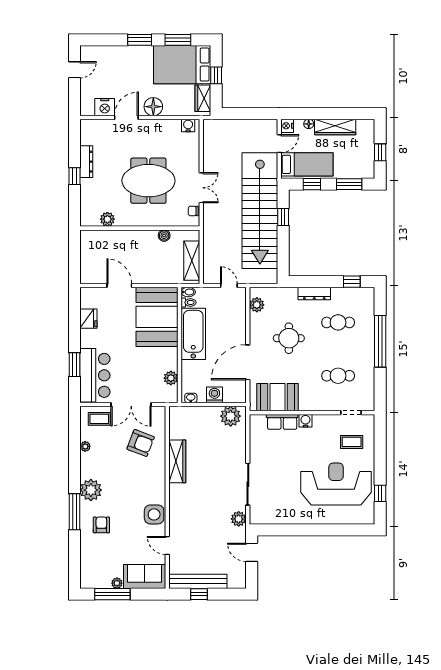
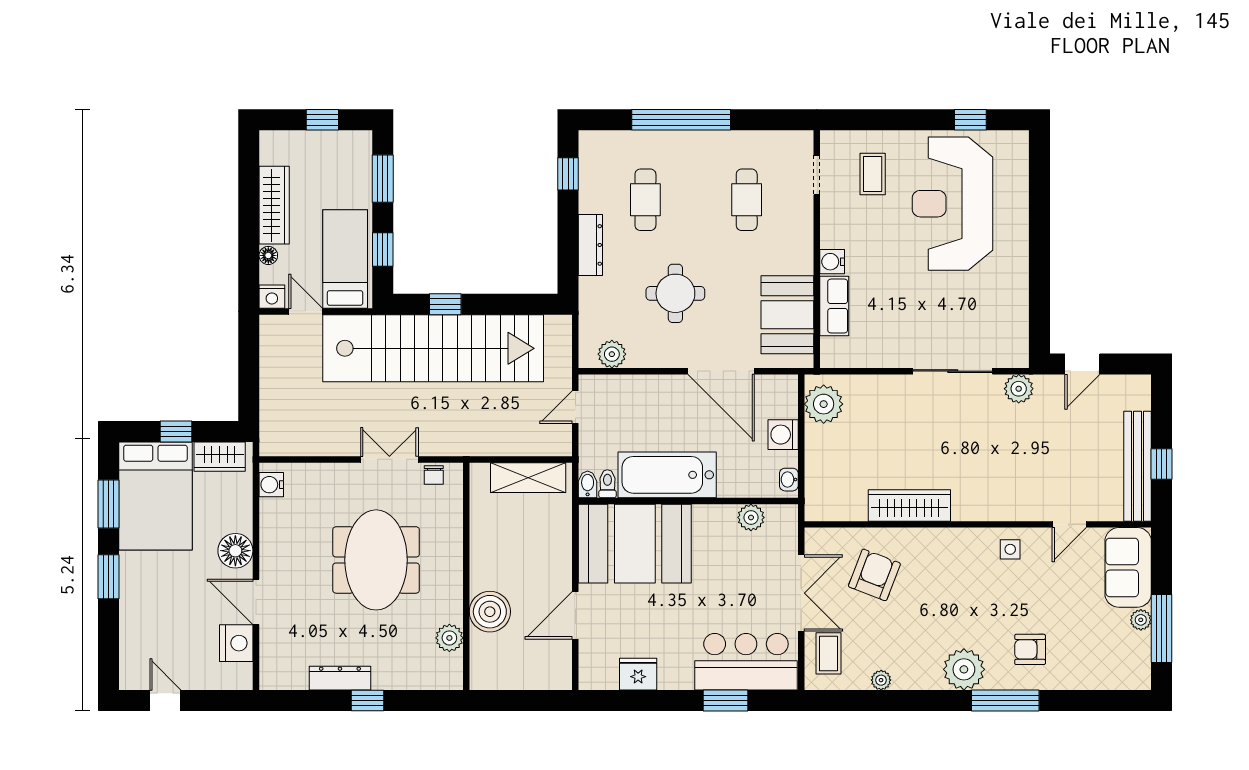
boiler: (164, 236) -> (490, 612), moved, width x1.86, depth x1.86
side table: (154, 514) -> (1010, 549), width x0.54, depth x0.54

